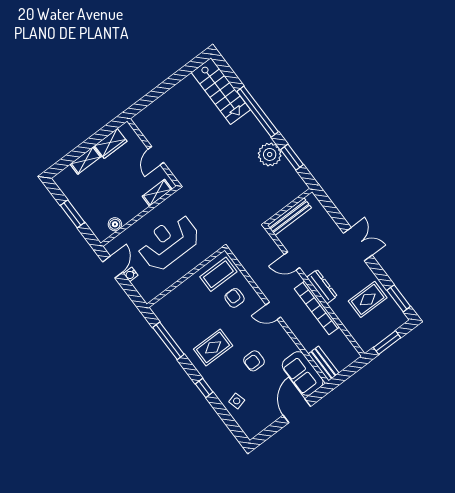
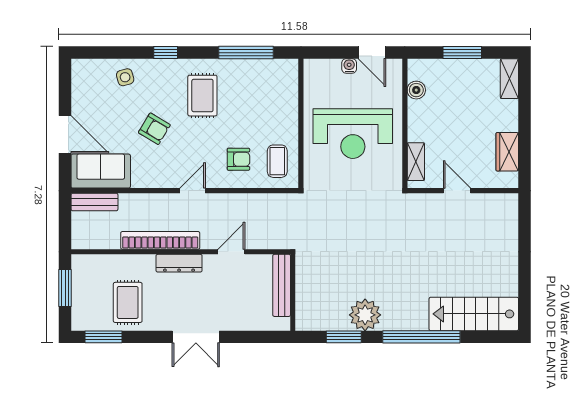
shelving: (86, 160) -> (509, 79), moved
reception desk: (169, 242) -> (353, 134), turned 90
coffee table: (218, 274) -> (277, 161), width x0.73, depth x0.77
armchair: (254, 361) -> (154, 129), turned 121

